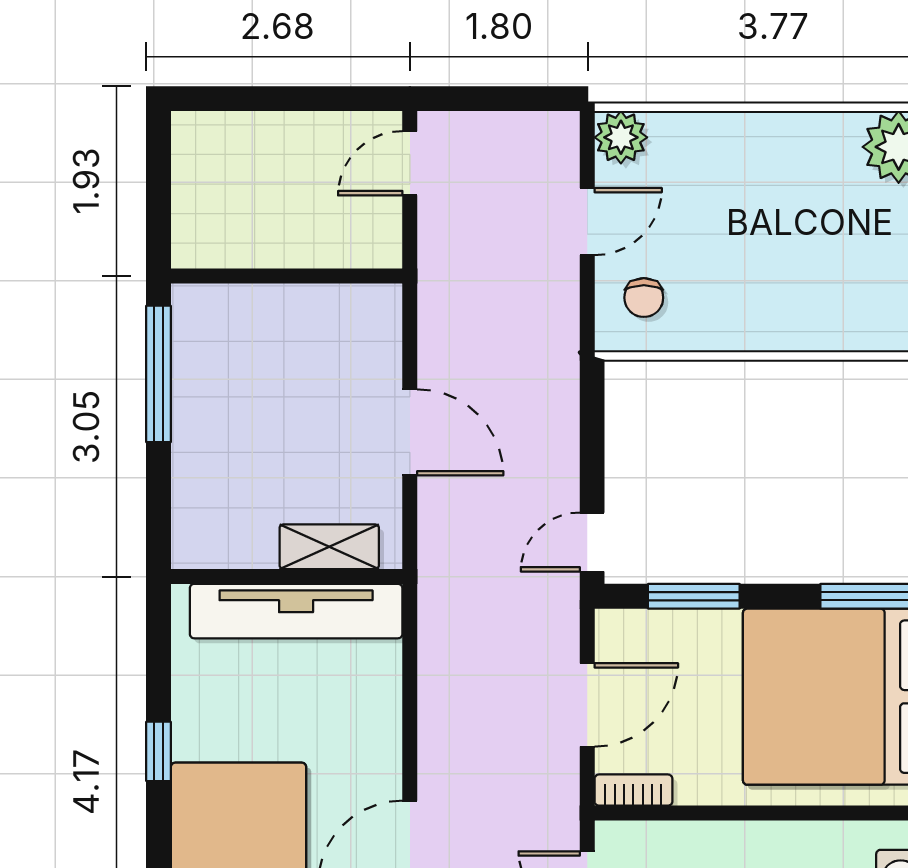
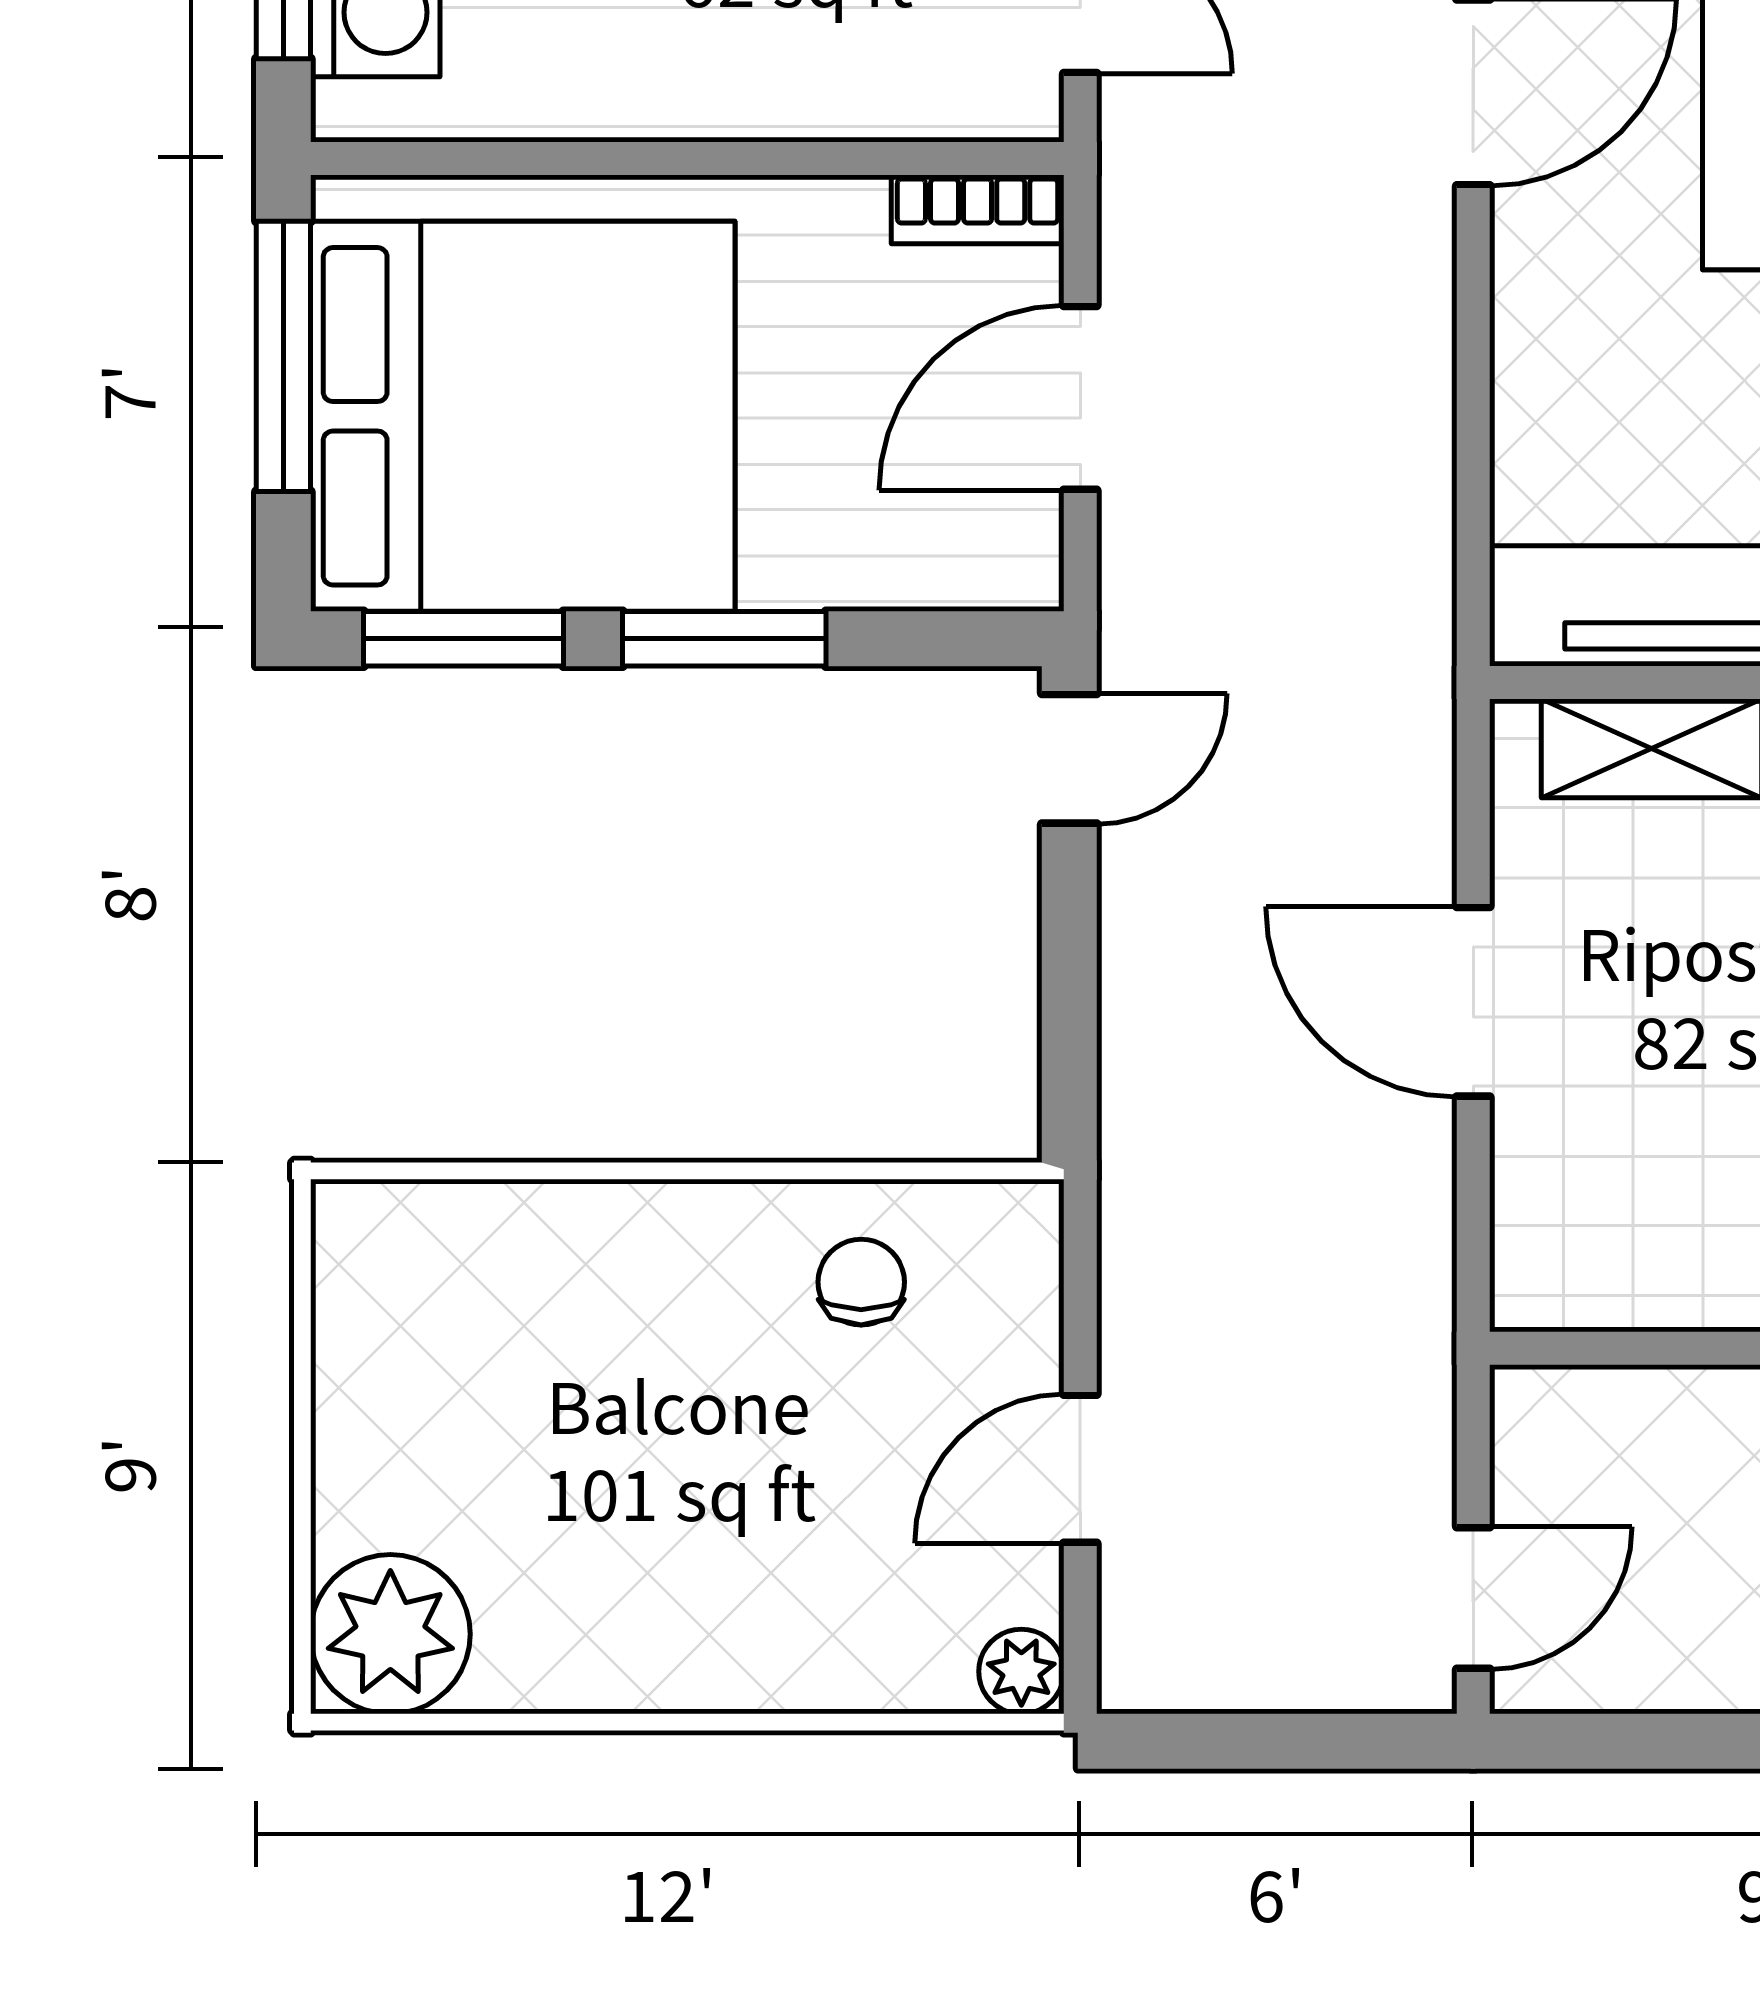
plant: (621, 137) -> (1021, 1671), width x0.73, depth x0.73
chair: (644, 298) -> (861, 1282), moved
window: (694, 596) -> (724, 639), moved

